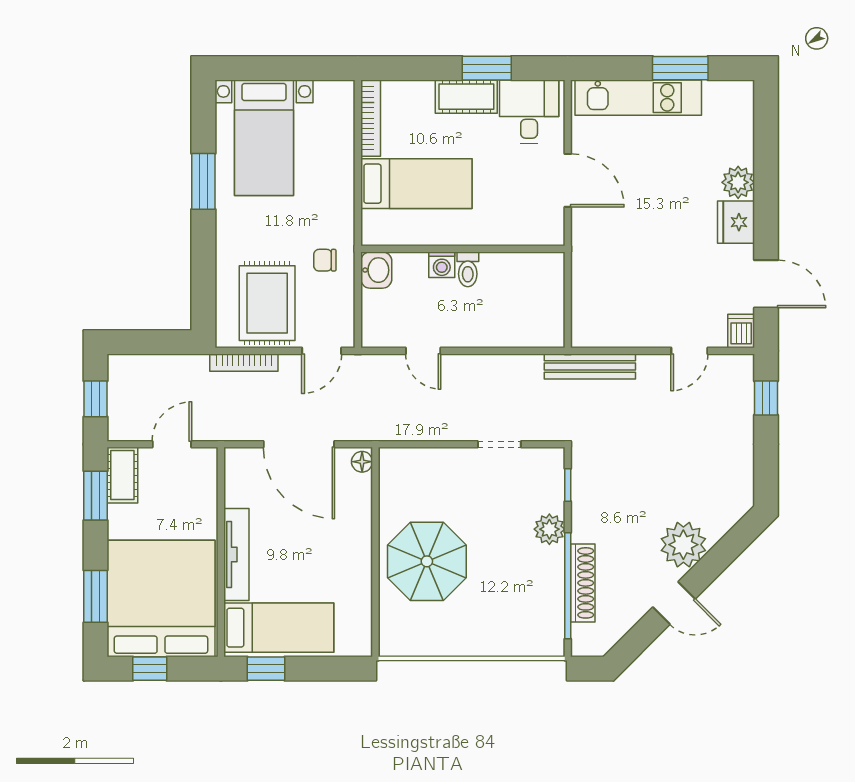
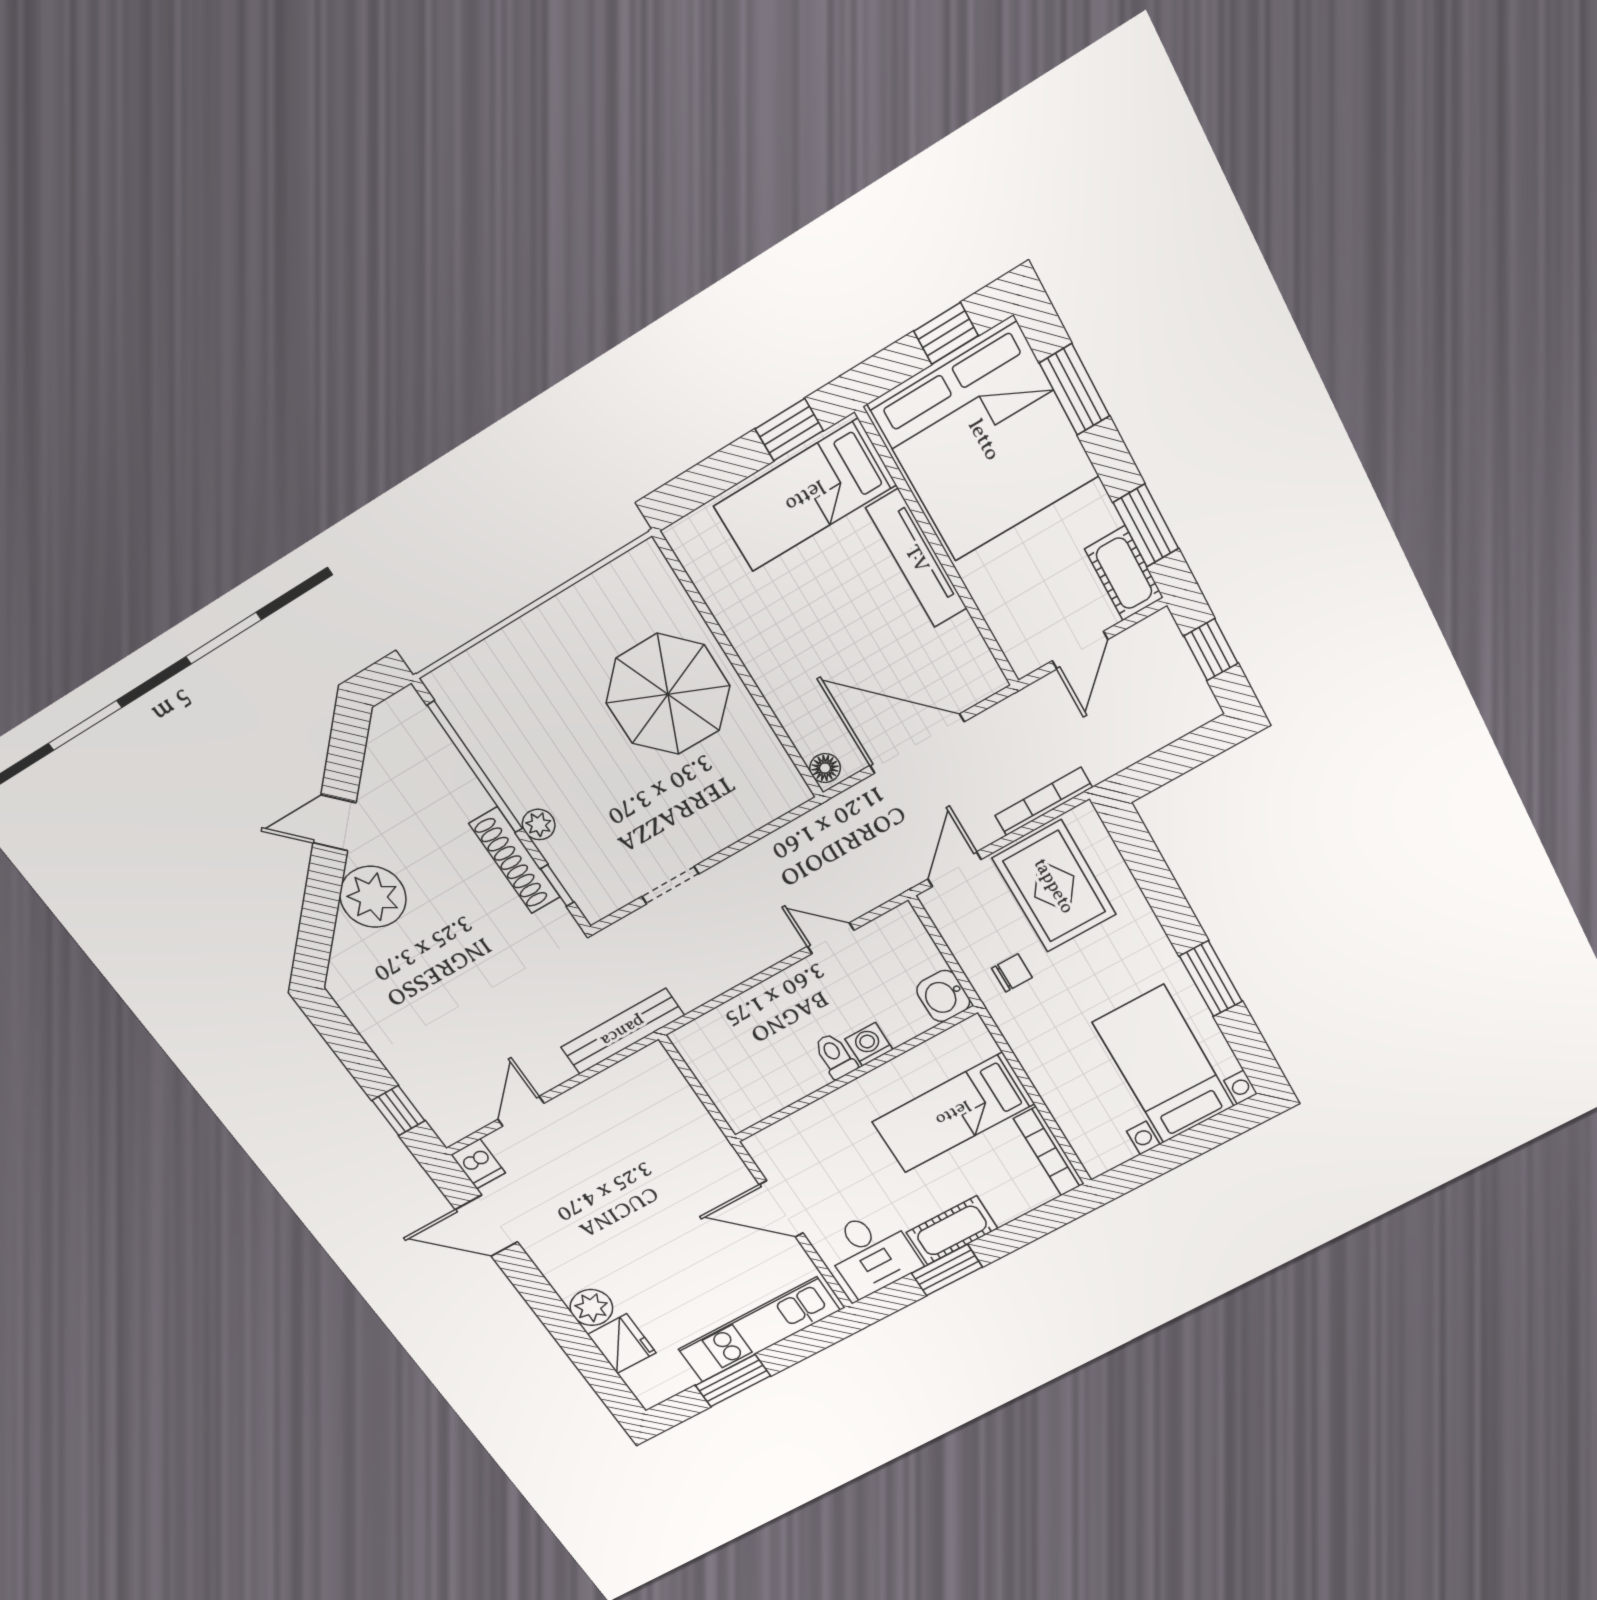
fridge: (736, 222) -> (622, 1344), moved
plant: (549, 529) -> (539, 825), width x0.73, depth x0.73
shoe rack: (583, 583) -> (515, 860), moved

